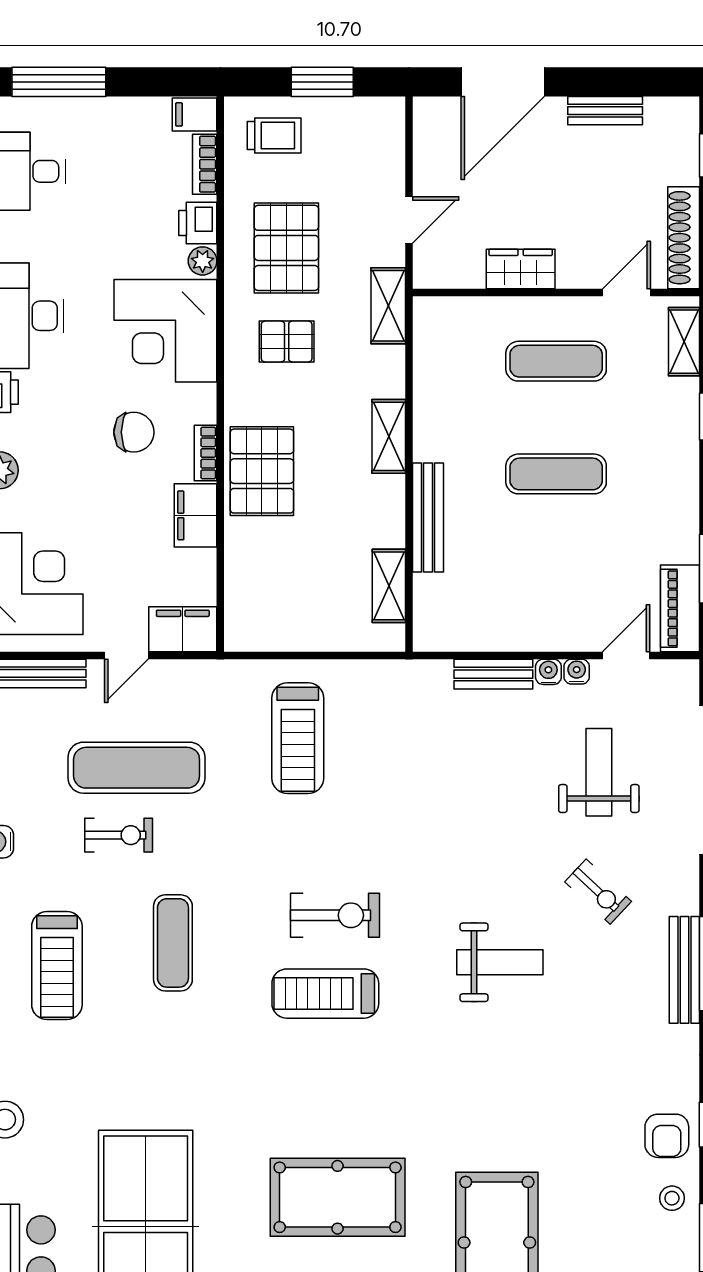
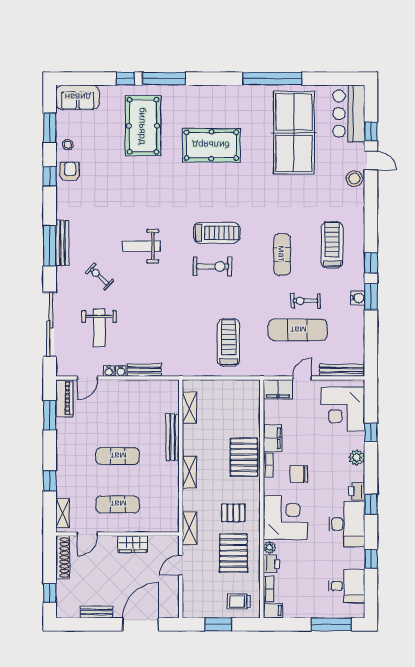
exercise bike: (335, 915) -> (213, 266), turned 180

